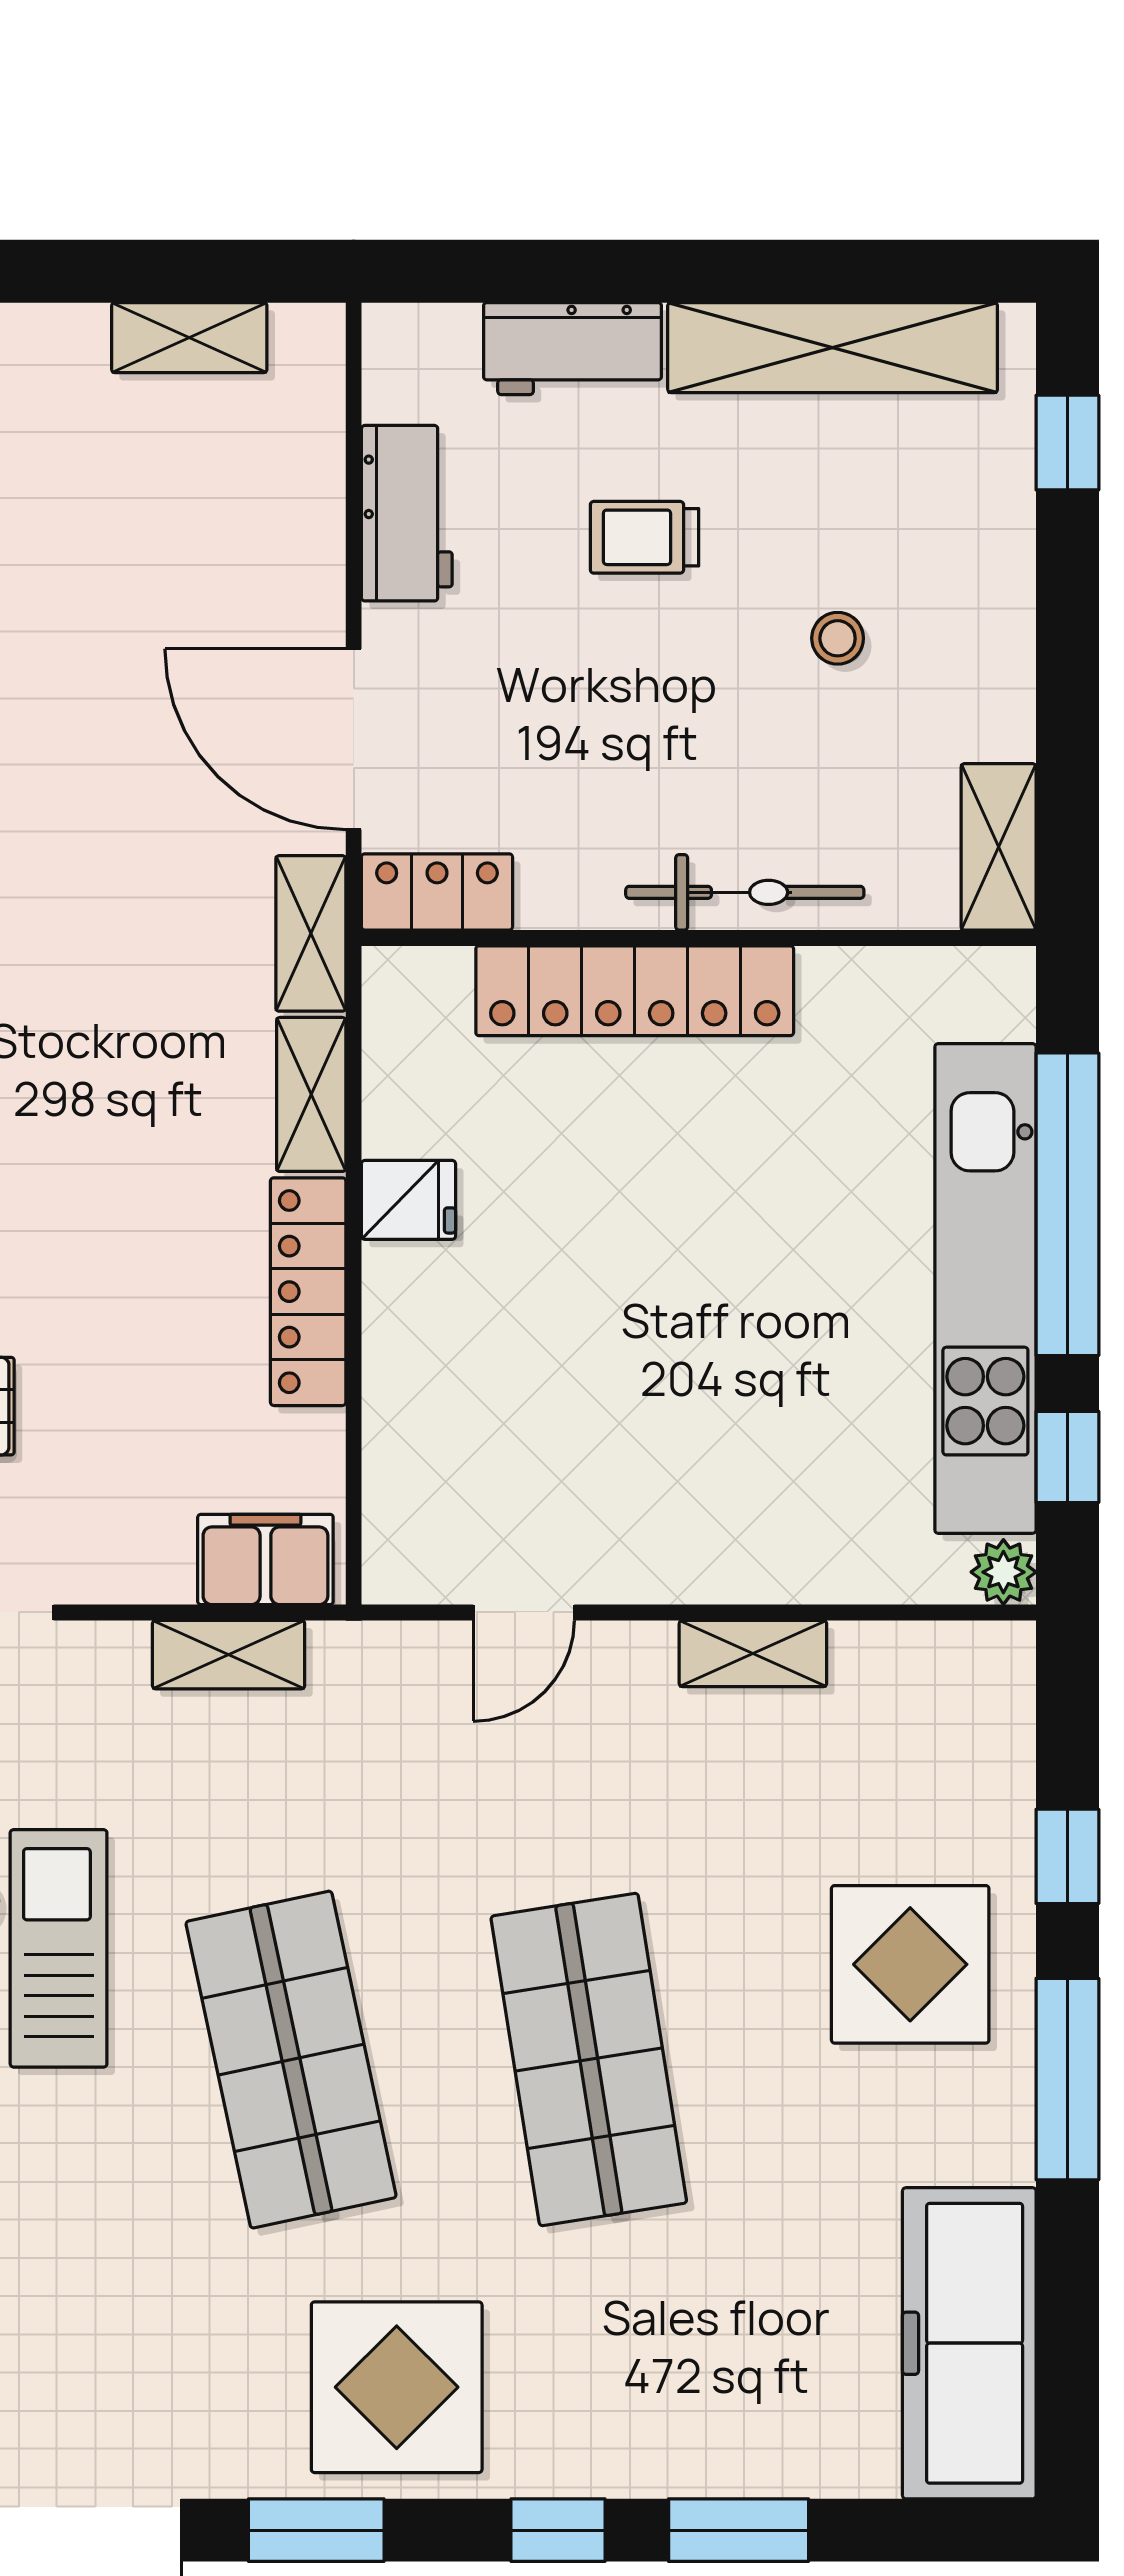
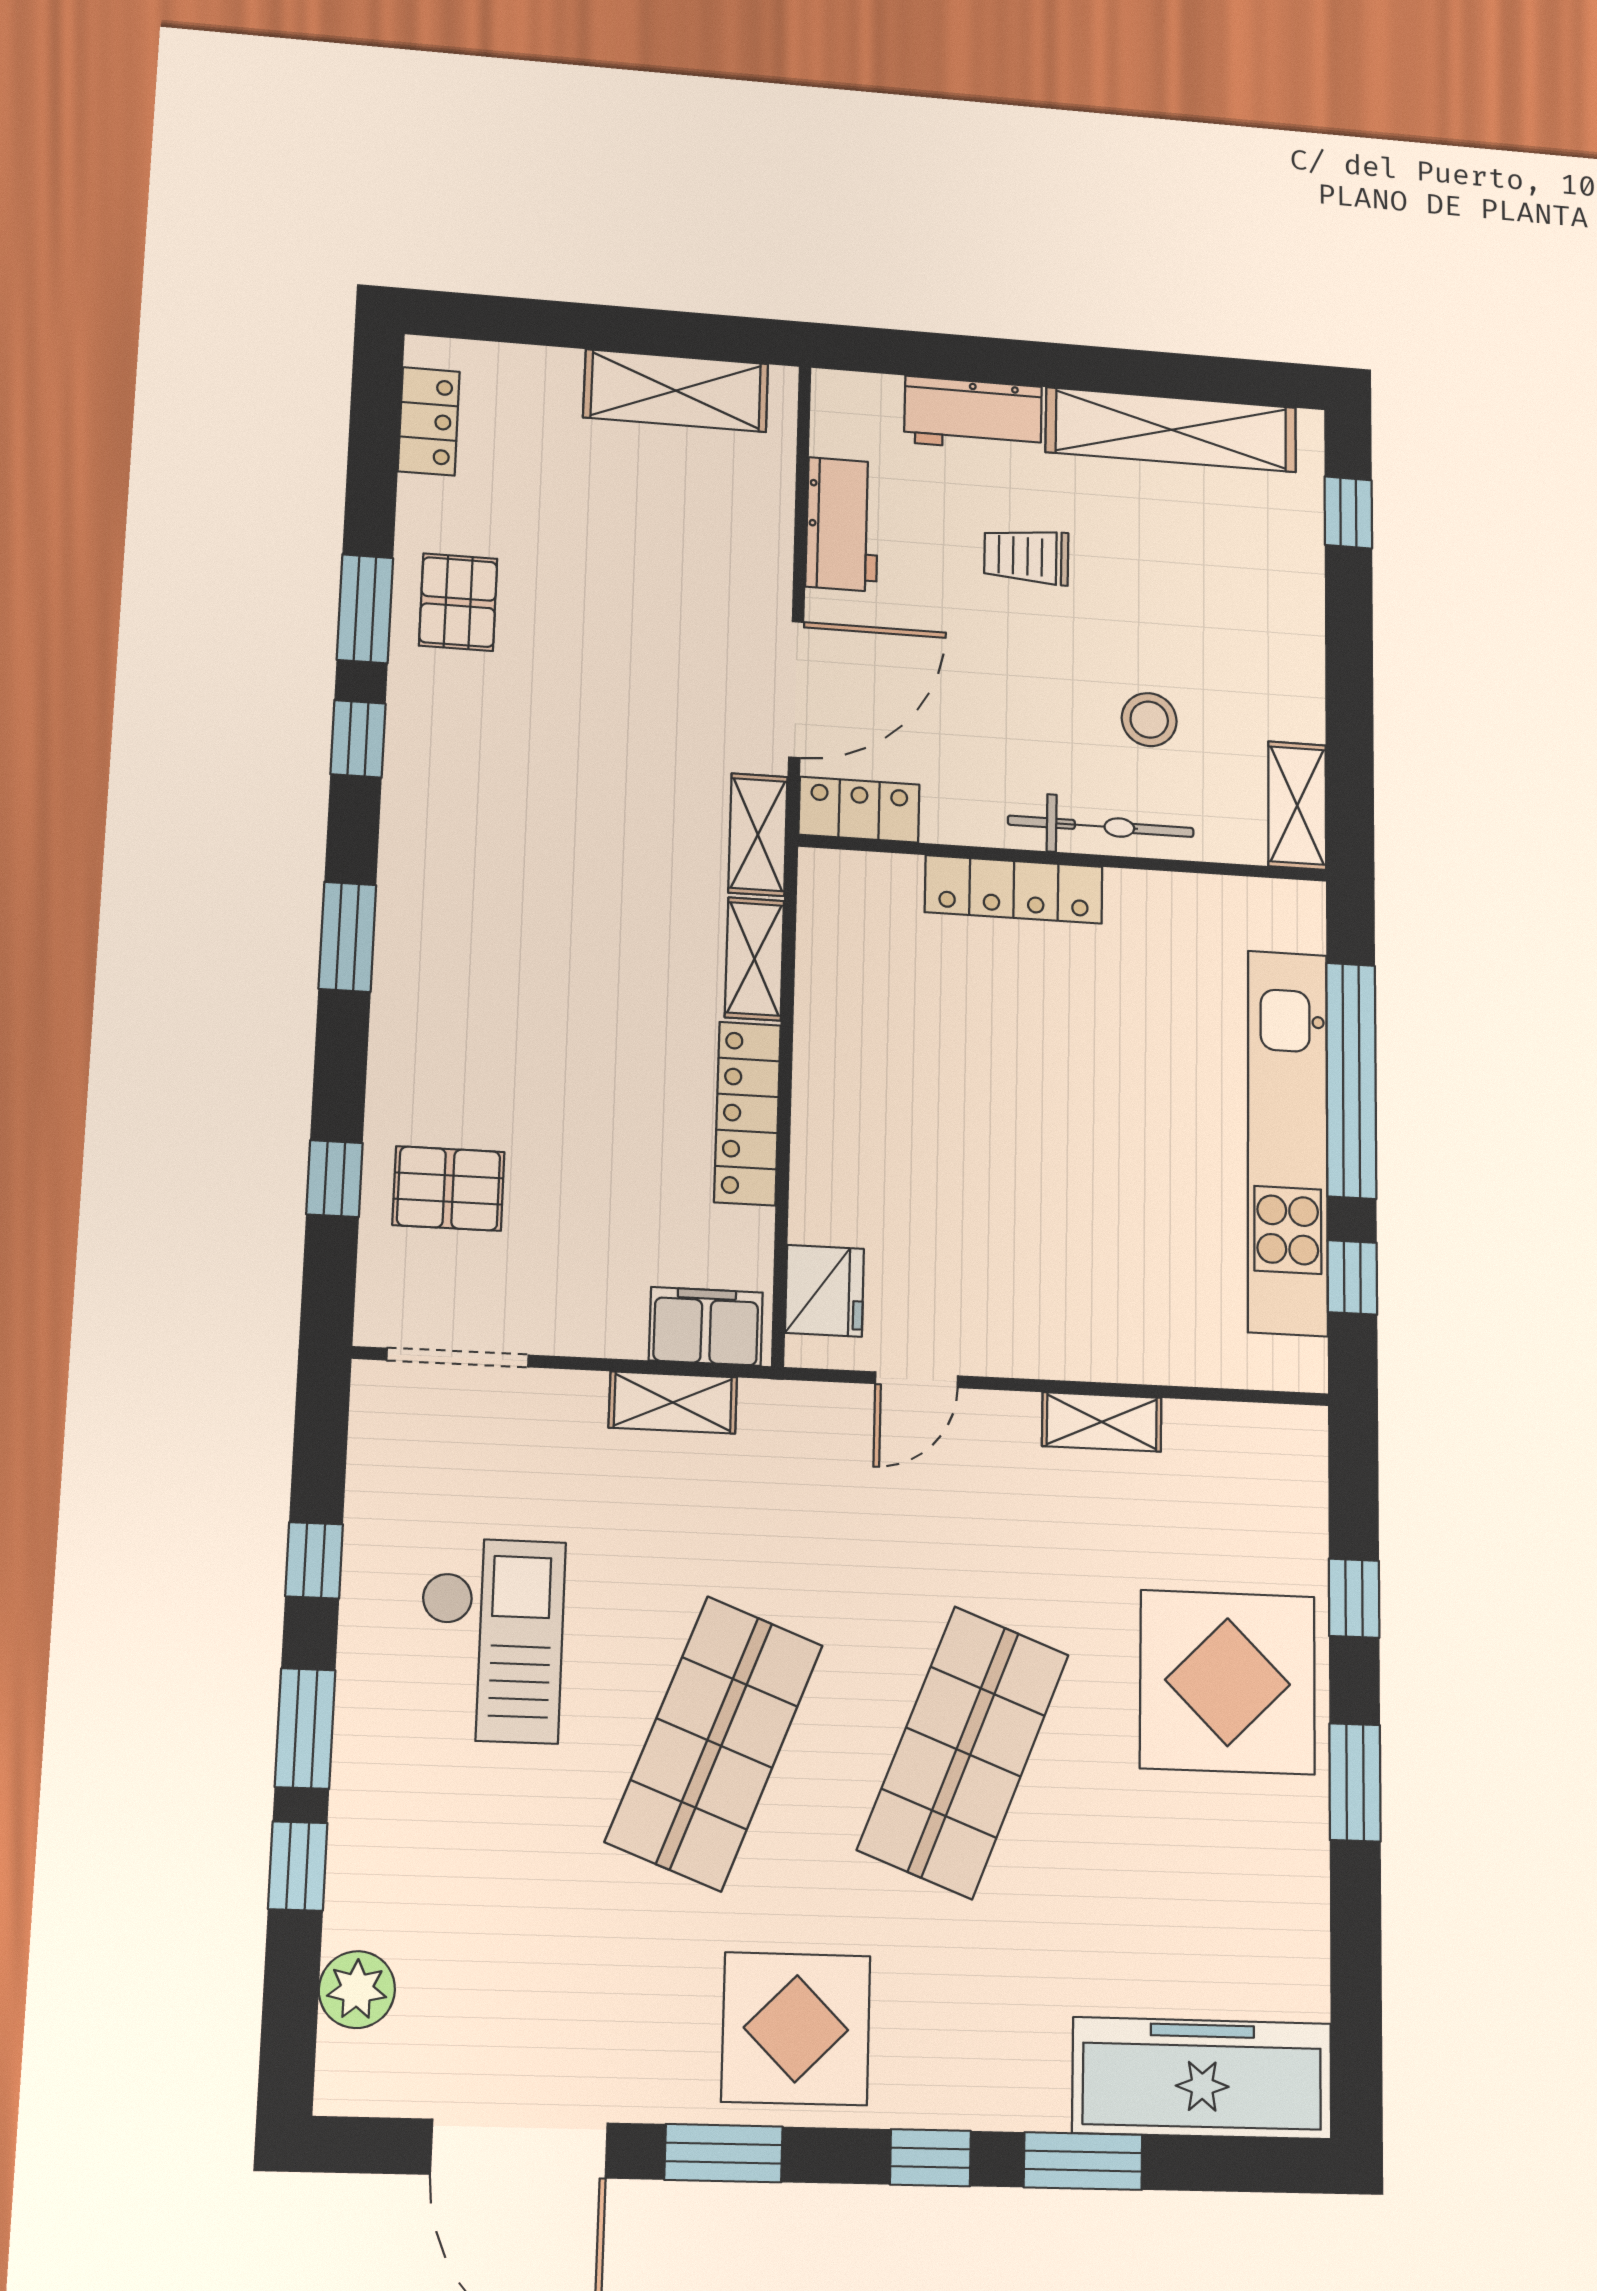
shelving: (189, 338) -> (676, 391), width x1.50, depth x1.33
stool: (838, 638) -> (1149, 720), moved, width x1.37, depth x1.37
door: (354, 739) -> (796, 689), swing flipped
locker: (635, 991) -> (1014, 889), width x0.71, depth x0.83
fridge: (409, 1200) -> (824, 1291), moved, width x1.38
plant: (1003, 1572) -> (1302, 1366), removed
display table: (910, 1964) -> (1228, 1682), width x1.36, depth x1.36
shop shelf: (291, 2060) -> (714, 1743), turned 33
shop shelf: (589, 2060) -> (963, 1752), turned 30
window: (1067, 2079) -> (1355, 1782), width x0.69
freezer: (969, 2343) -> (1202, 2078), moved, turned 90

